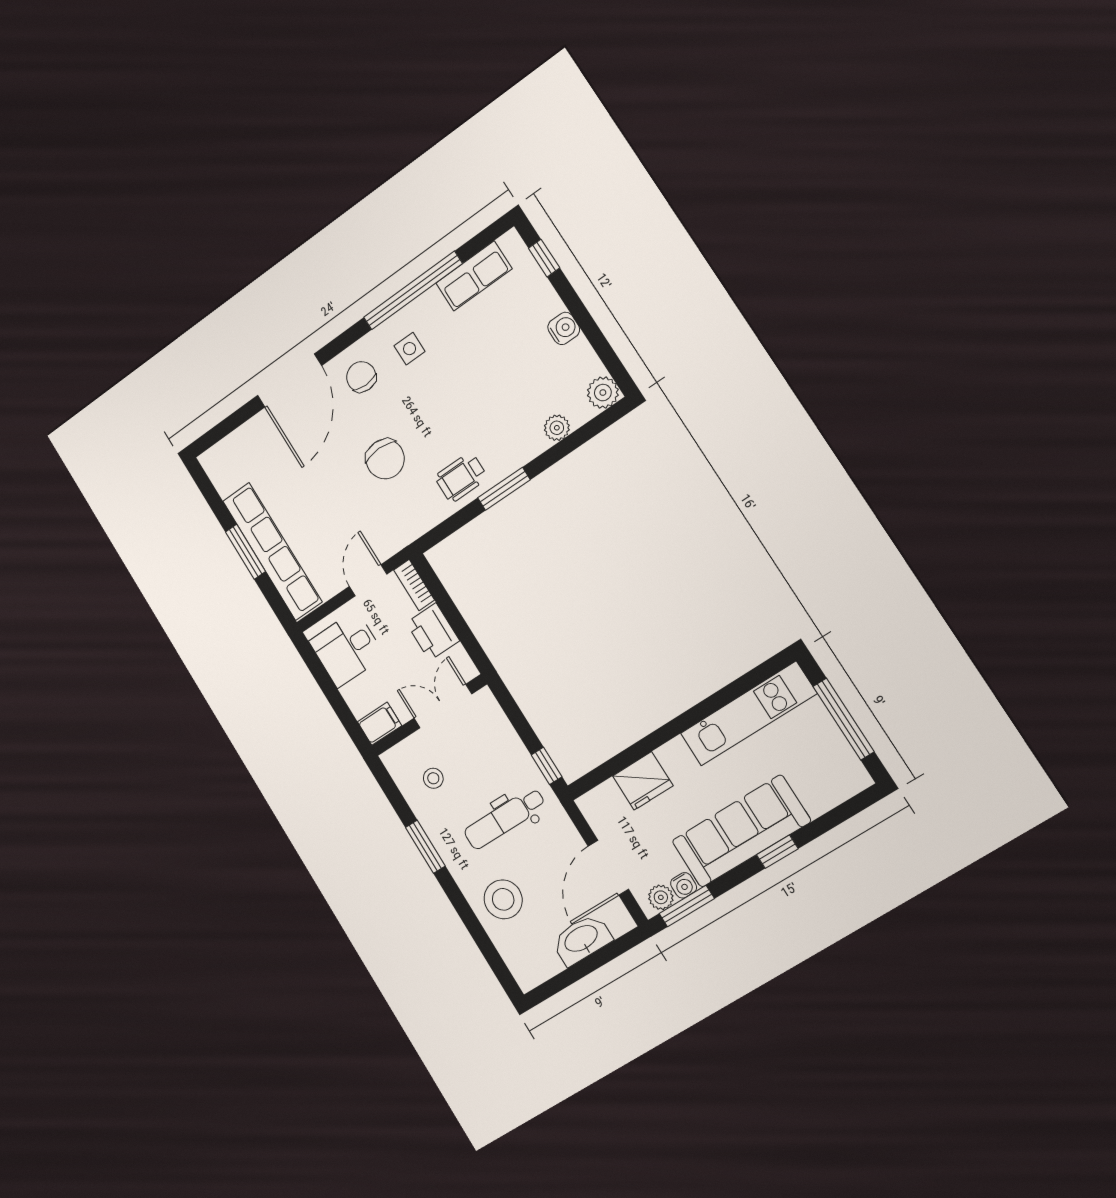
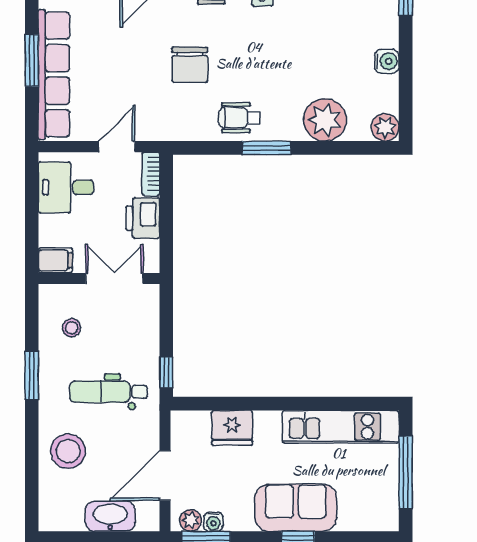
plant: (557, 428) -> (325, 120), width x1.87, depth x1.87
sofa: (741, 831) -> (296, 508), width x0.73

